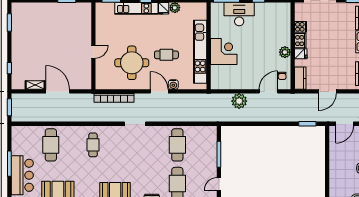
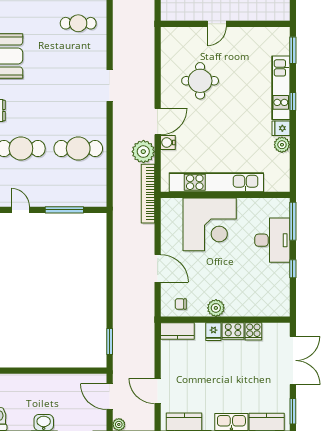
door: (93, 52) -> (217, 24), hinge flipped
corner desk: (224, 52) -> (210, 224), width x1.36, depth x1.36
cafe table: (166, 55) -> (212, 132), removed
round table: (132, 63) -> (200, 81), width x0.73, depth x0.73
door: (268, 91) -> (158, 268), moved
door: (328, 91) -> (158, 391), moved
bookcase: (114, 98) -> (148, 194), moved
plant: (239, 101) -> (143, 152), moved

